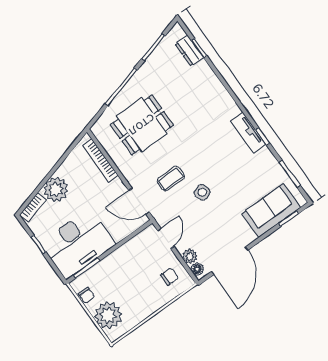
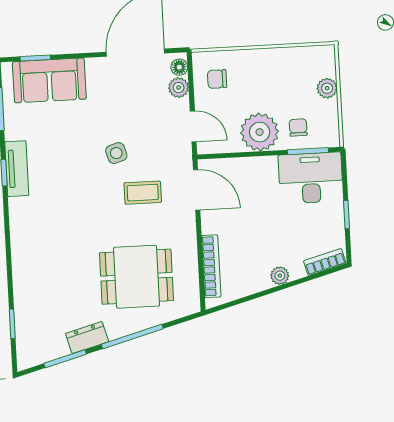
dresser: (189, 51) -> (87, 338), moved, turned -105
tv unit: (248, 132) -> (17, 169), moved
plant: (56, 189) -> (280, 276), width x0.53, depth x0.53
door: (166, 238) -> (193, 126), swing flipped
desk: (78, 244) -> (311, 178), width x0.73, depth x0.77
plant: (123, 261) -> (260, 132), added
chair: (87, 295) -> (298, 127), moved
plant: (108, 315) -> (327, 88), width x0.53, depth x0.53

